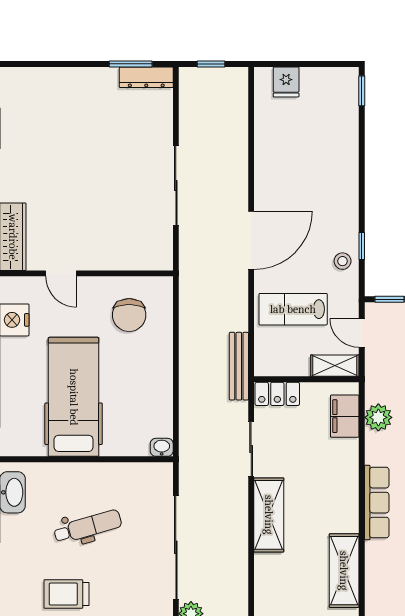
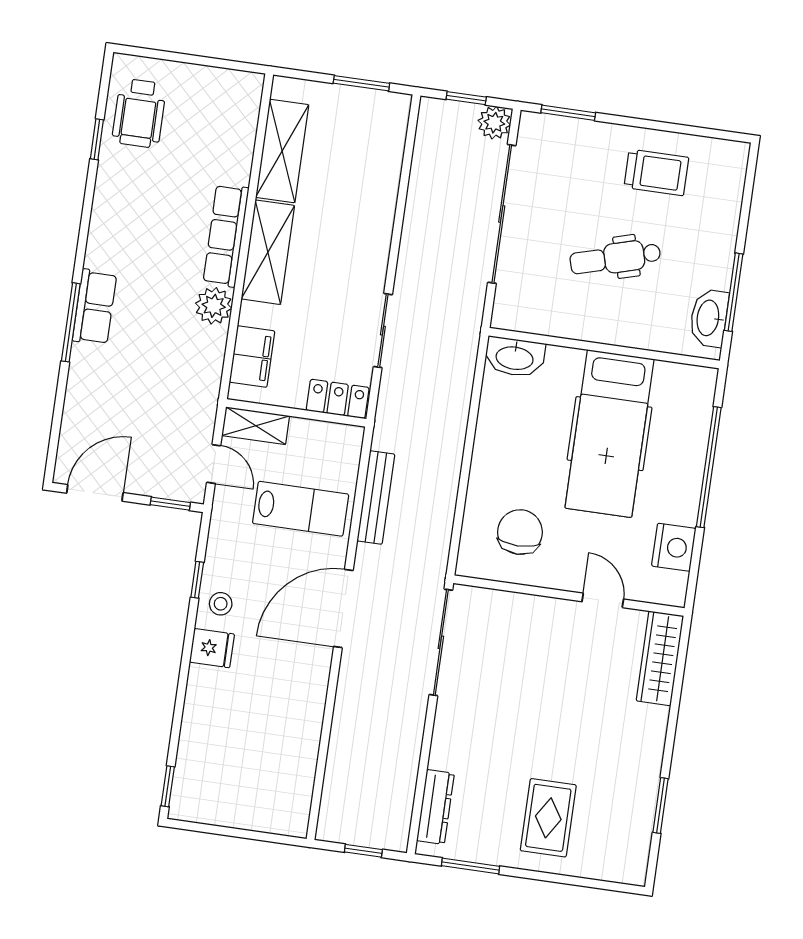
dresser: (146, 77) -> (435, 807), moved, turned 90
fridge: (286, 82) -> (212, 648), moved, turned 90
rug: (78, 108) -> (548, 818), added
sliding door: (176, 186) -> (441, 642), moved
stool: (343, 261) -> (221, 604), moved
bench: (239, 366) -> (376, 497), moved
plant: (378, 417) -> (214, 306), moved
washbasin: (162, 447) -> (515, 357), width x1.91, depth x1.45
shelving: (269, 515) -> (268, 252), moved

